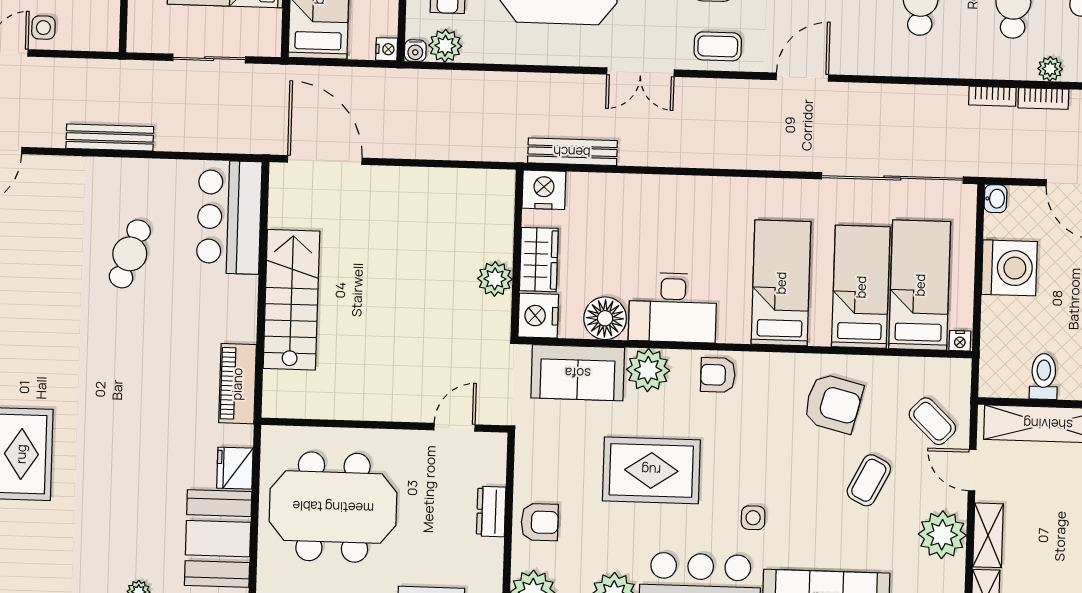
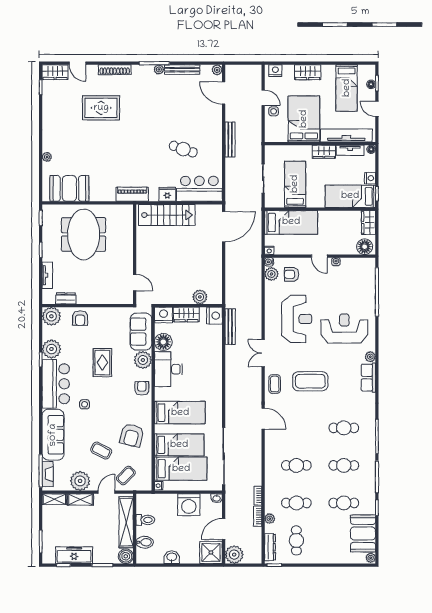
plant: (495, 279) -> (200, 297), moved
wall: (385, 425) -> (135, 254), moved
door: (455, 427) -> (135, 283), moved
fridge: (235, 468) -> (167, 194), moved
rug: (651, 470) -> (102, 363), width x0.73, depth x0.70
dresser: (491, 512) -> (66, 298), moved

